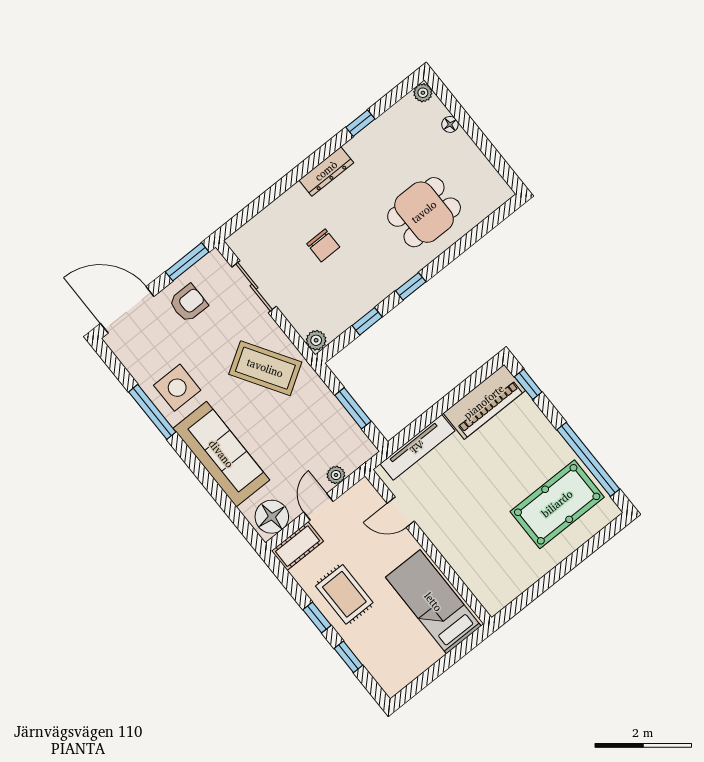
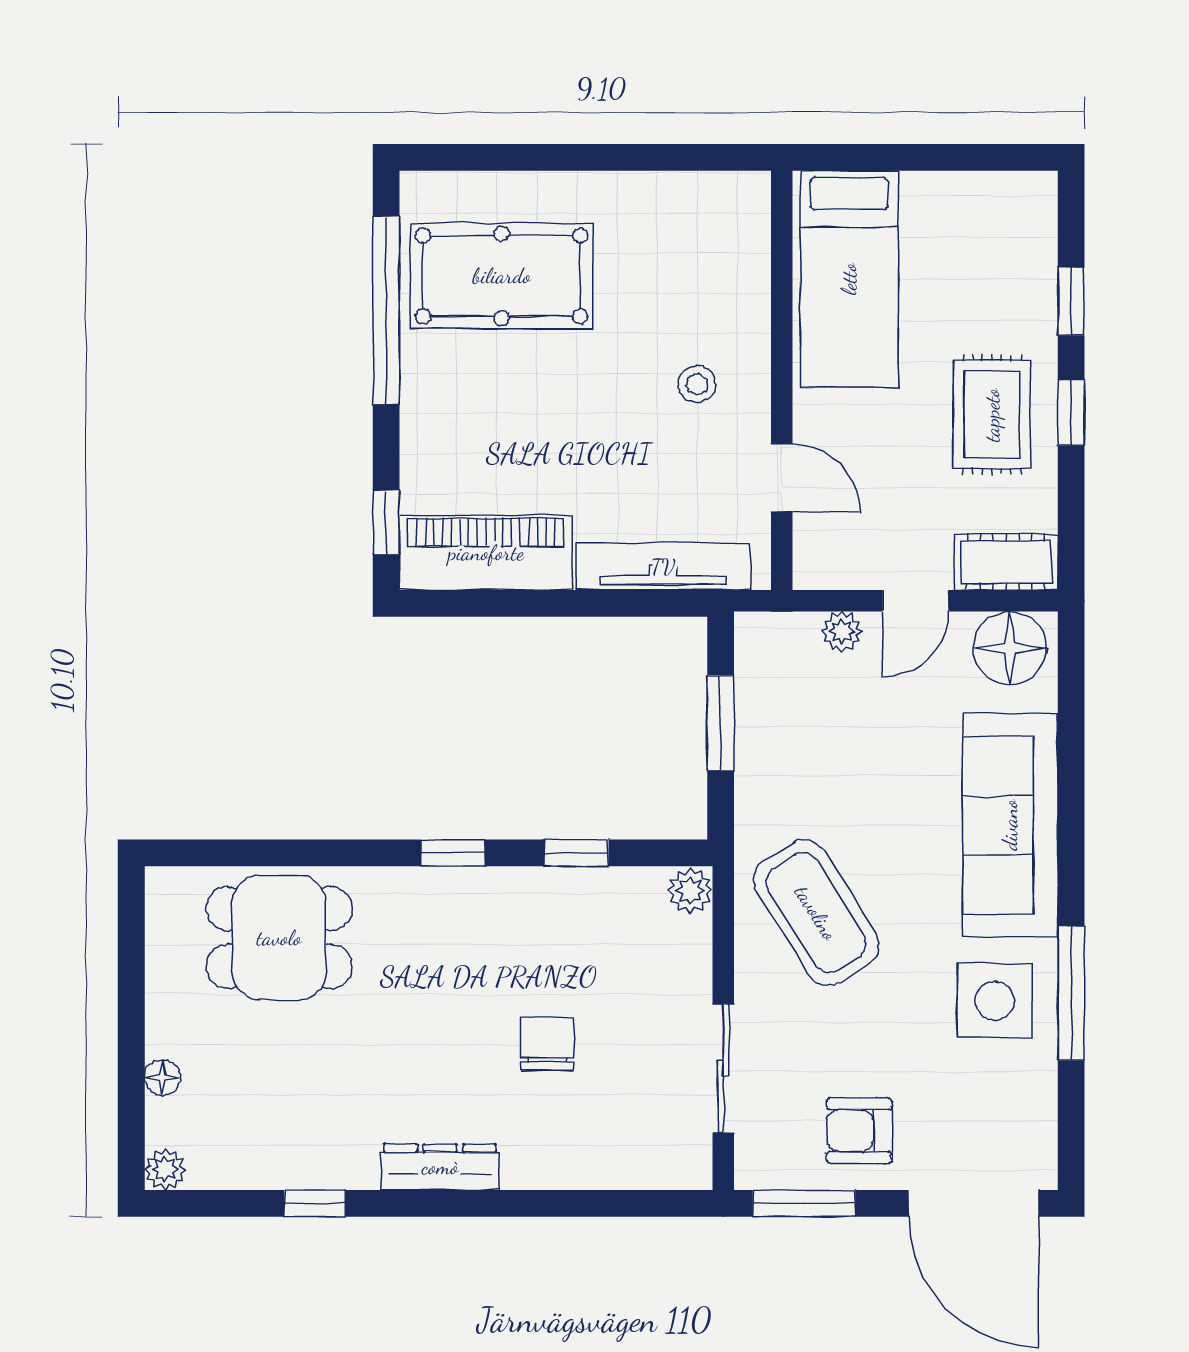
dining table: (424, 212) -> (279, 938), moved
stool: (457, 521) -> (697, 384), added

